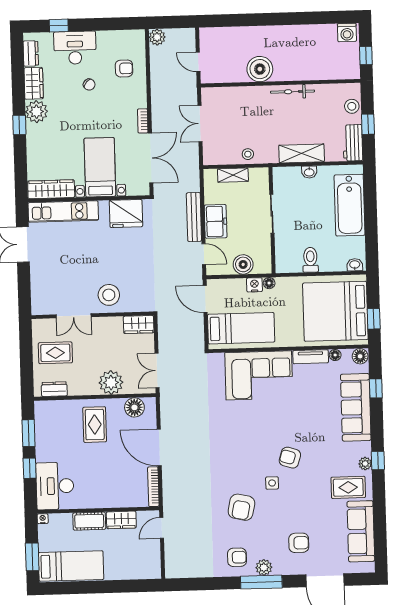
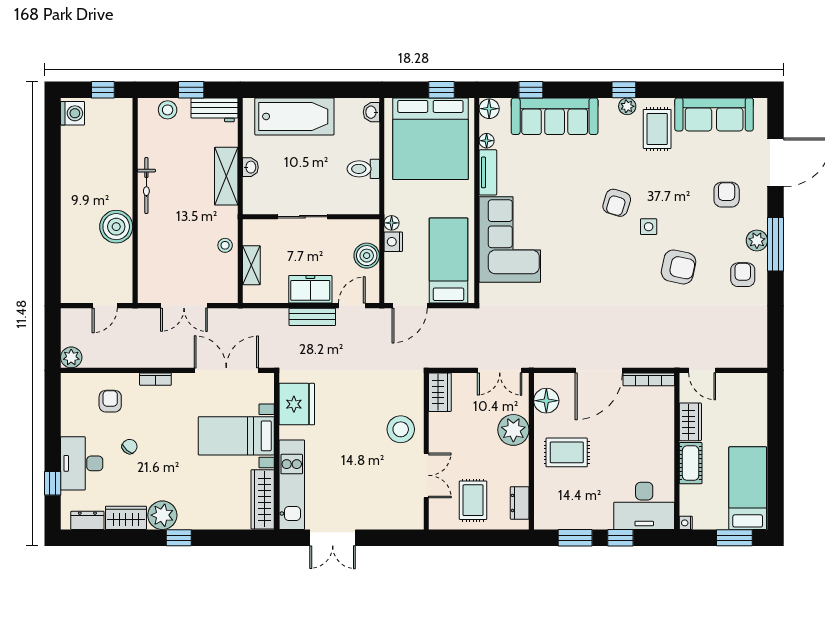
bookcase: (143, 121) -> (155, 379), moved
bench: (194, 217) -> (312, 317), width x0.73

